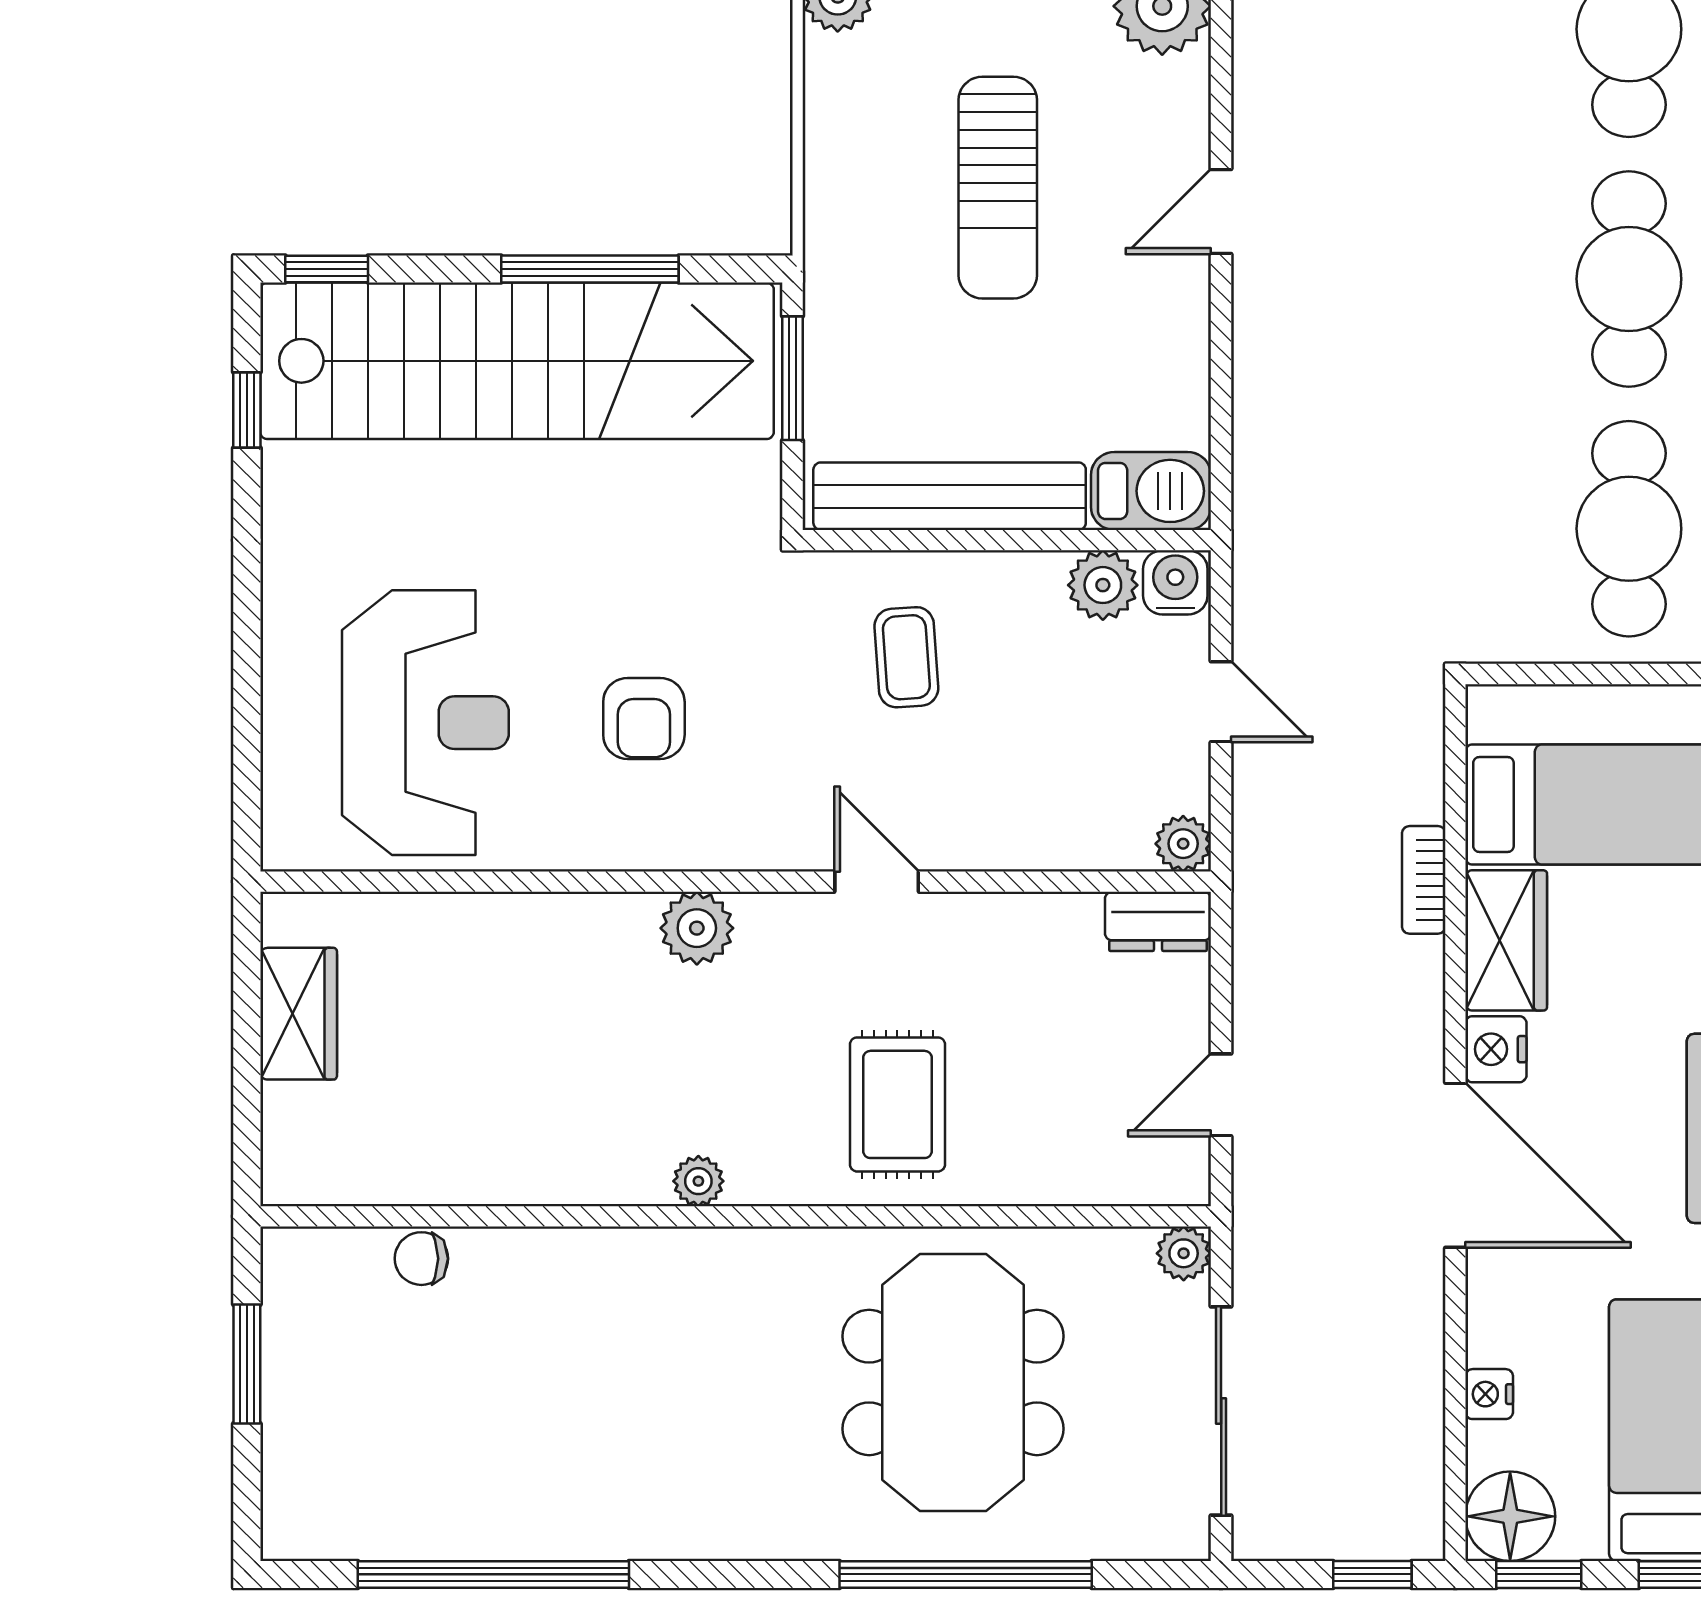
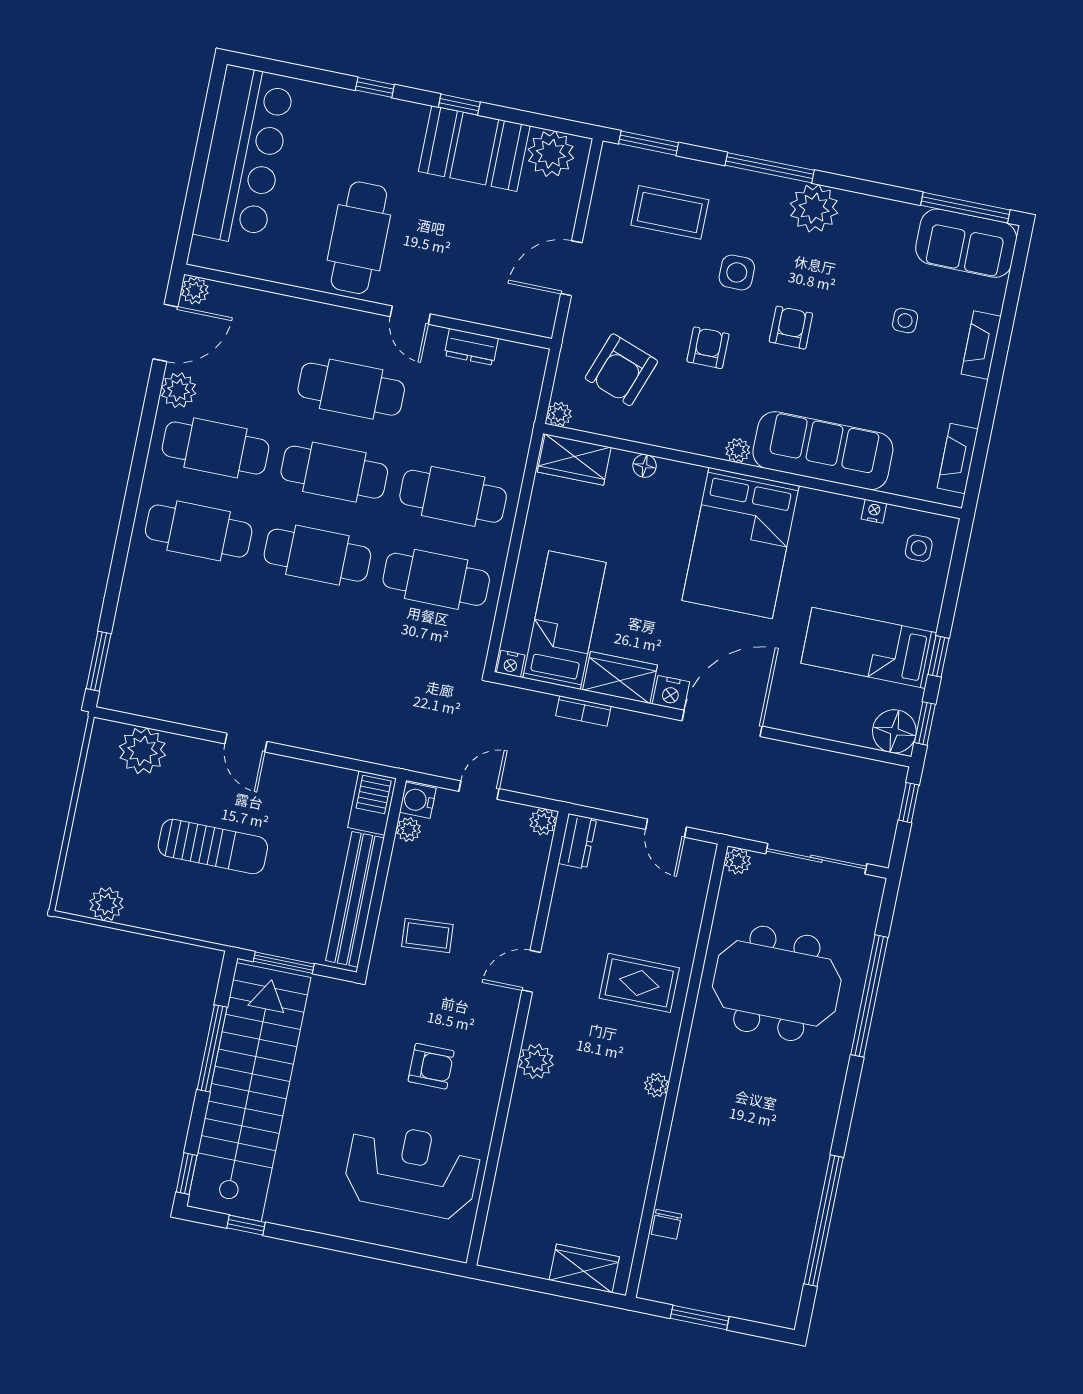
plant: (1103, 585) -> (408, 830), width x0.73, depth x0.73
wardrobe: (299, 1014) -> (584, 1268), moved
nightstand: (1489, 1394) -> (511, 664), moved

